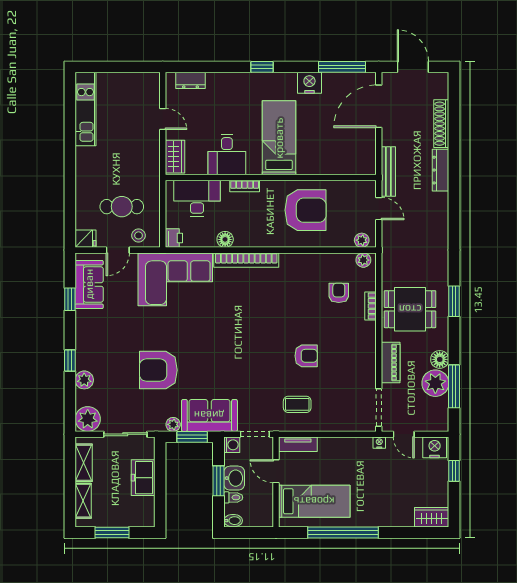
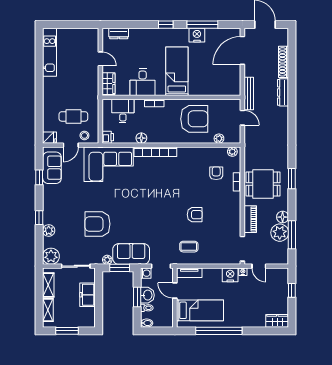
window: (342, 67) -> (202, 25), moved
desk: (197, 198) -> (123, 111), width x0.73
plant: (362, 240) -> (219, 139), moved
nightstand: (435, 447) -> (230, 275), moved

